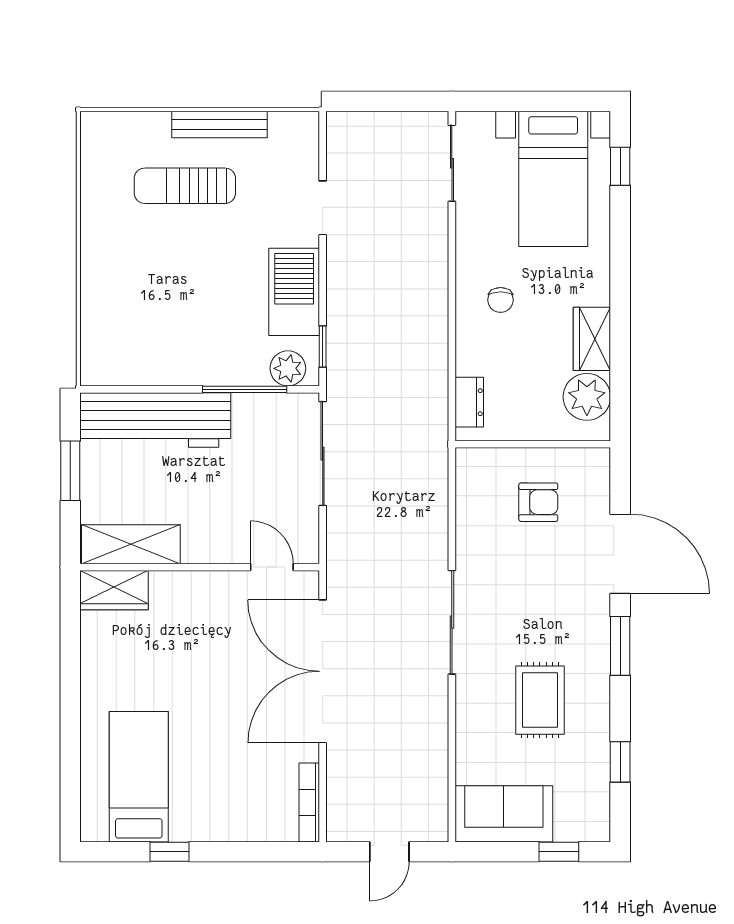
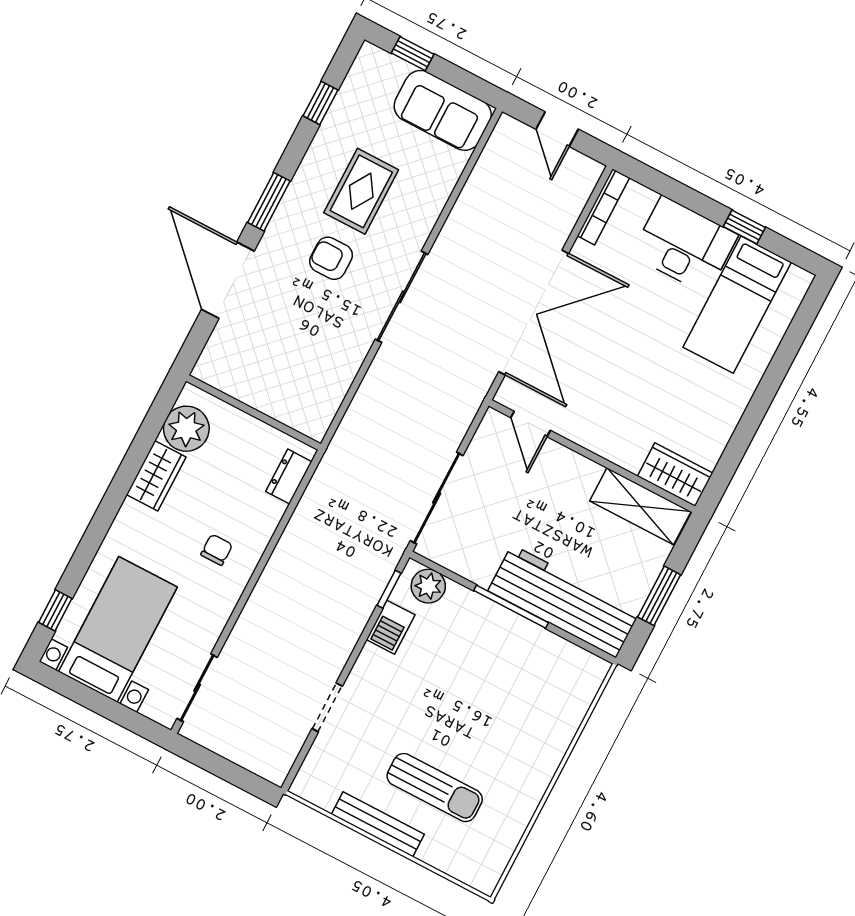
barbecue: (294, 292) -> (391, 627), width x0.53, depth x0.65
window: (245, 389) -> (511, 607), moved
armchair: (538, 502) -> (331, 258), moved
desk: (216, 806) -> (685, 245), added
door: (389, 852) -> (557, 129), swing flipped

